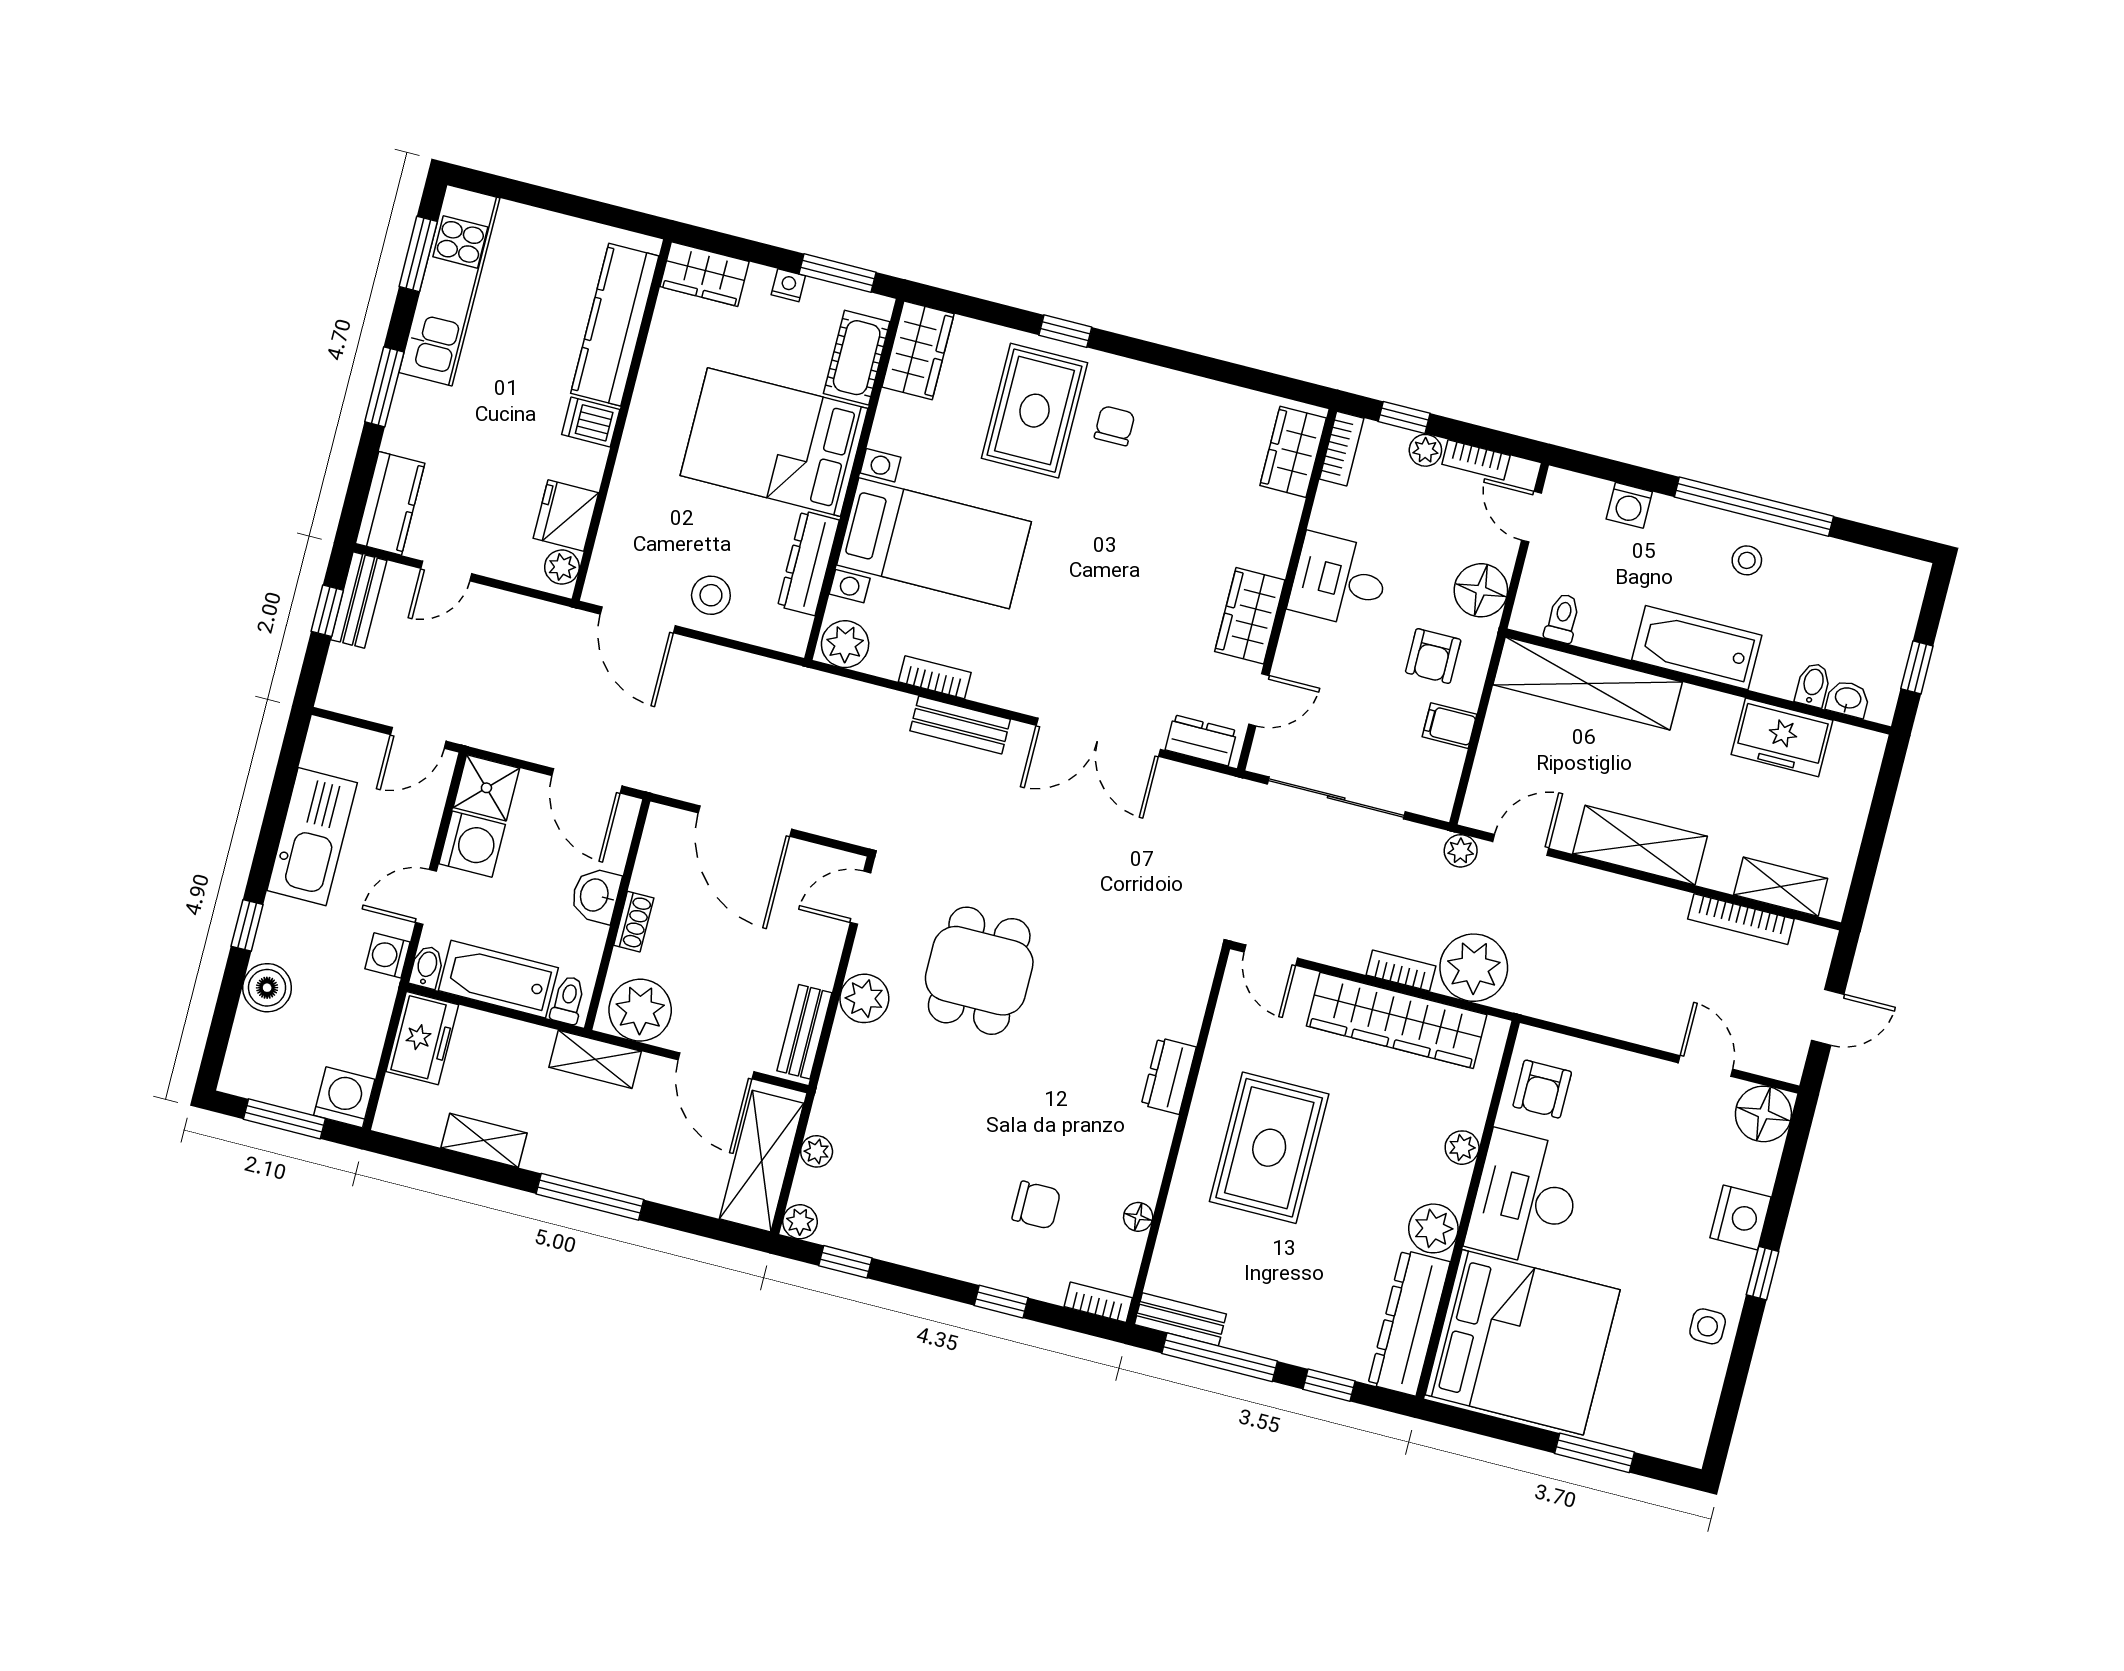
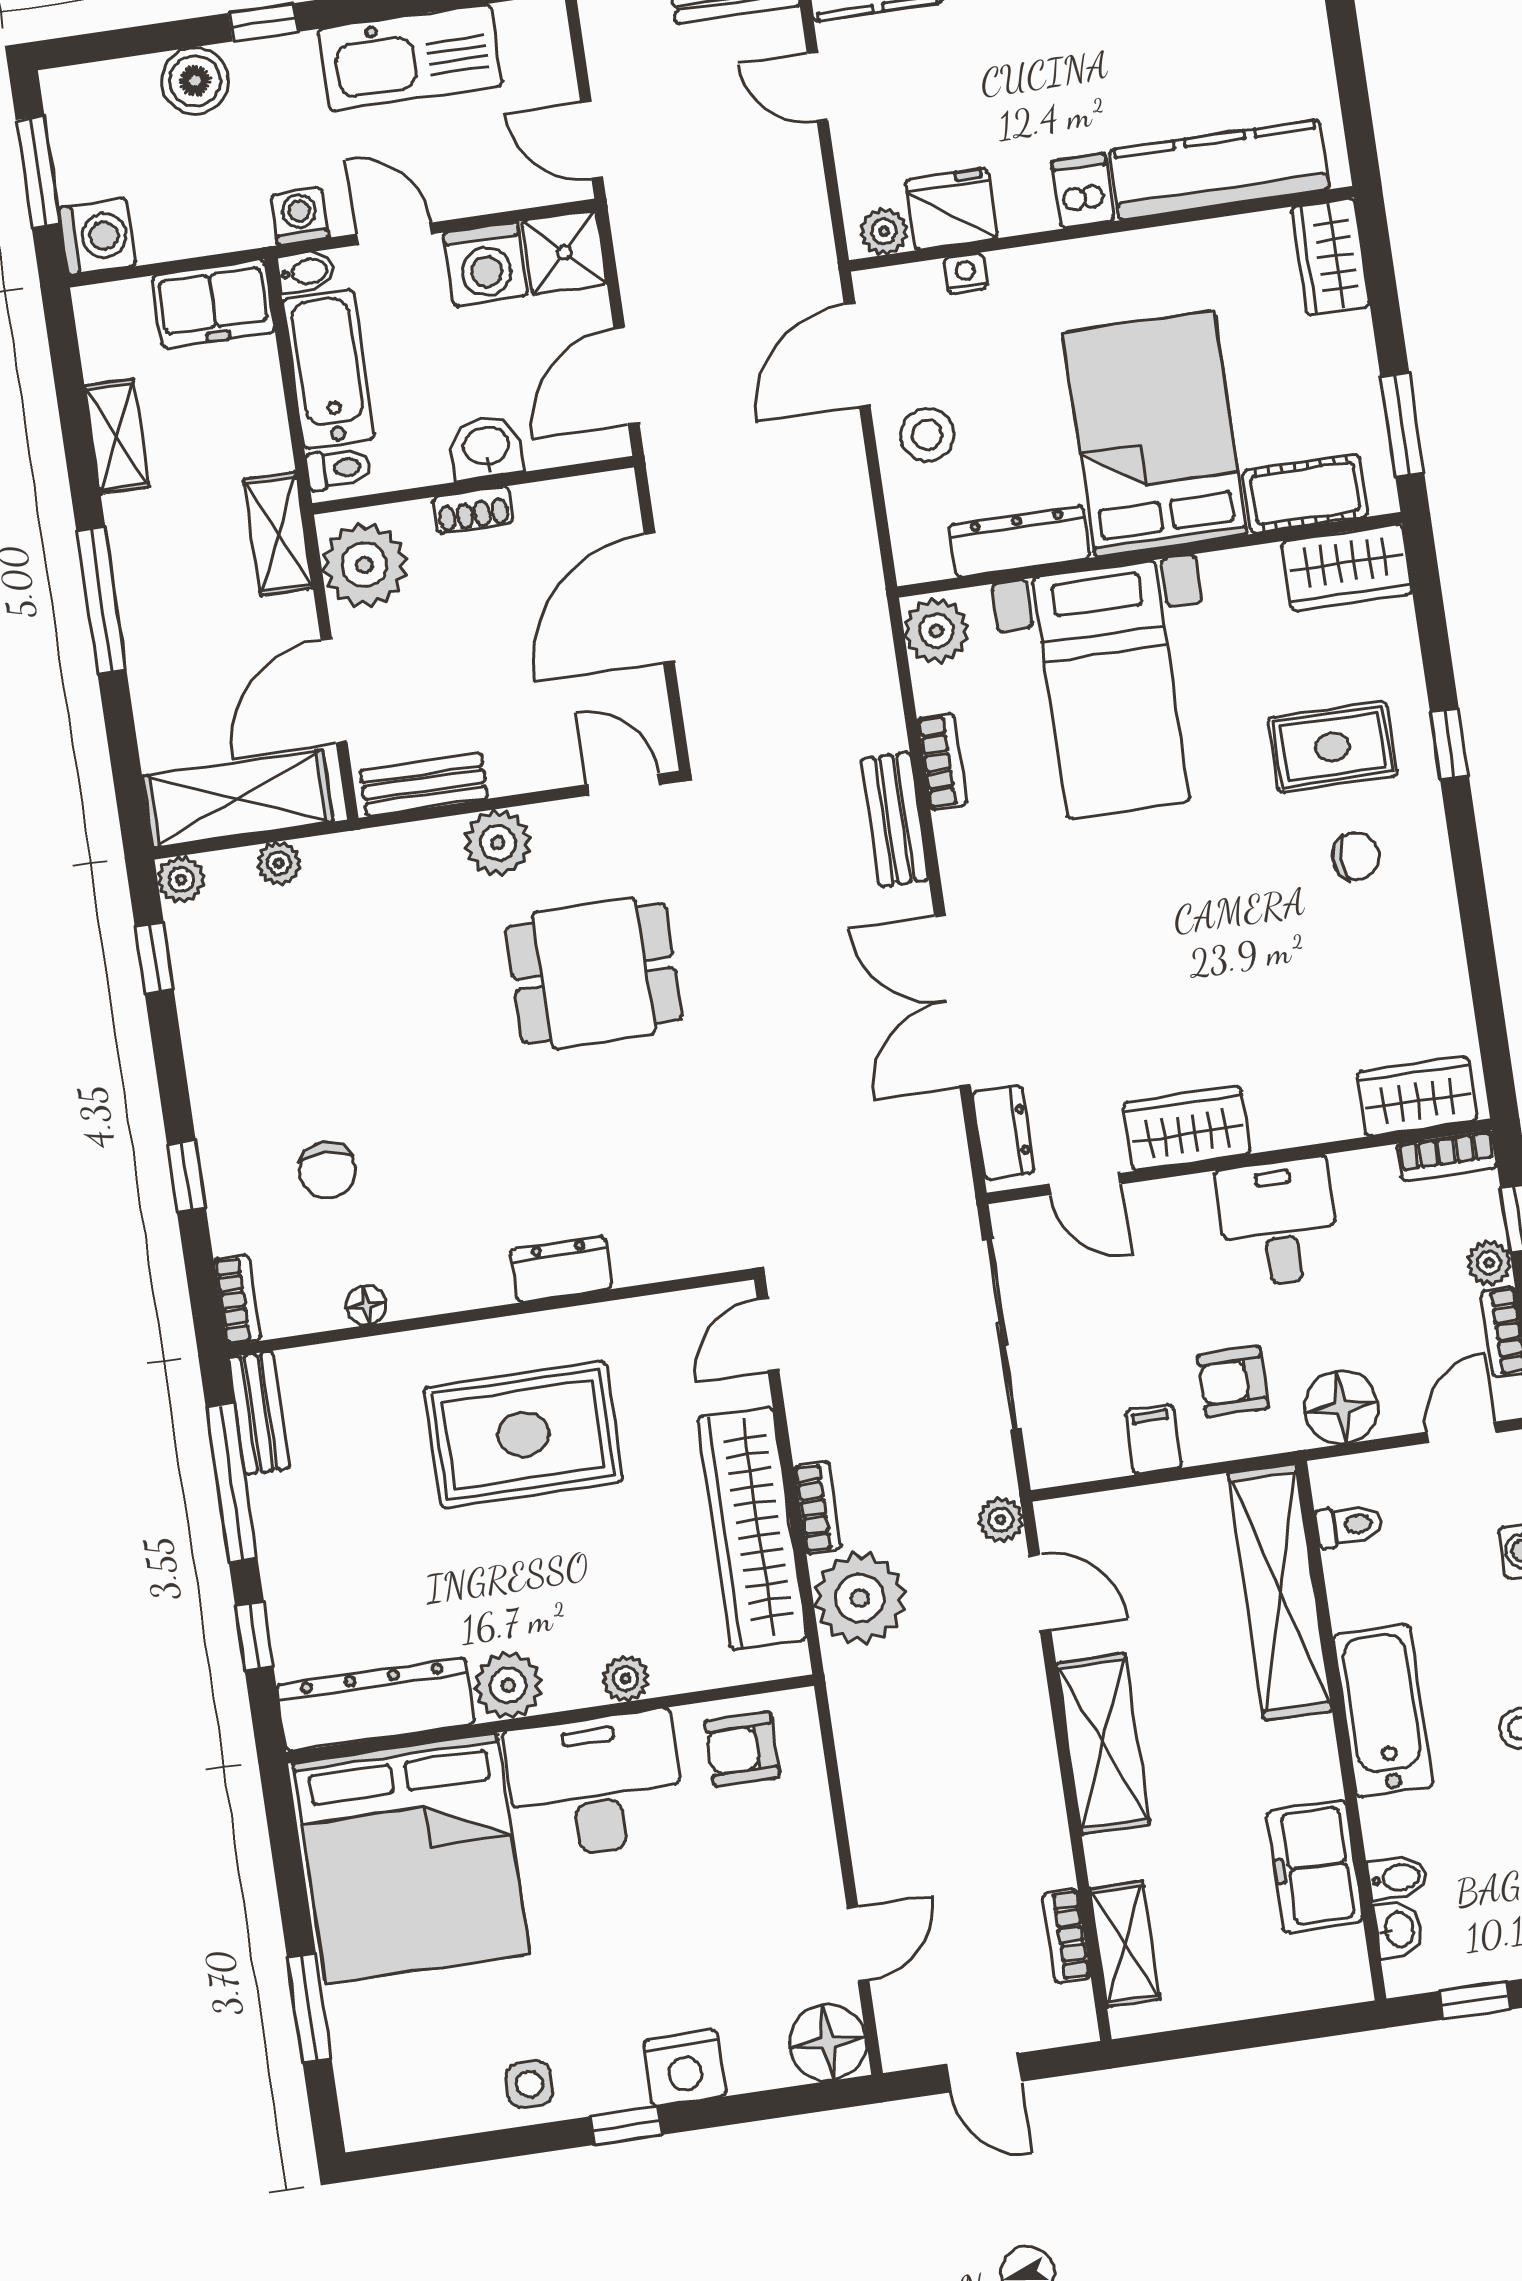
nightstand: (788, 285) -> (965, 273), moved, turned -90
rug: (1035, 411) -> (1332, 747), width x0.73, depth x0.70
bookcase: (1741, 919) -> (1066, 1936), width x0.64

